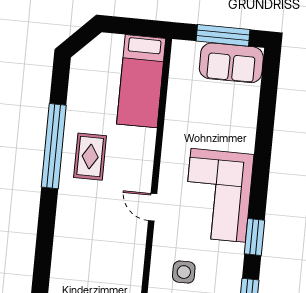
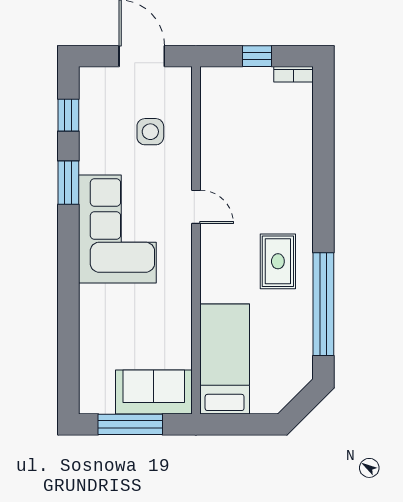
sofa: (231, 63) -> (154, 392), moved
window: (54, 146) -> (323, 304), moved

